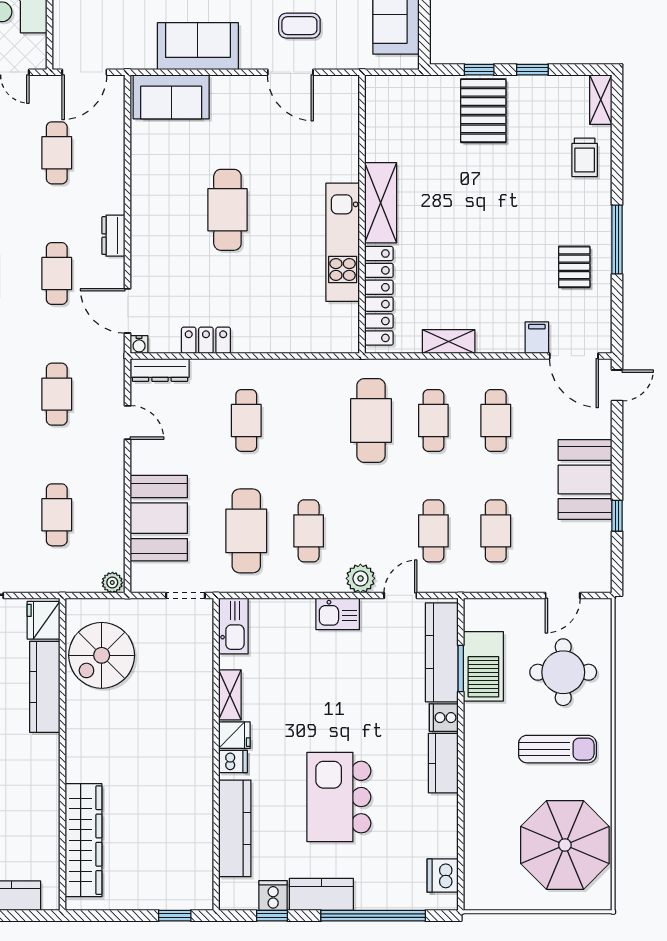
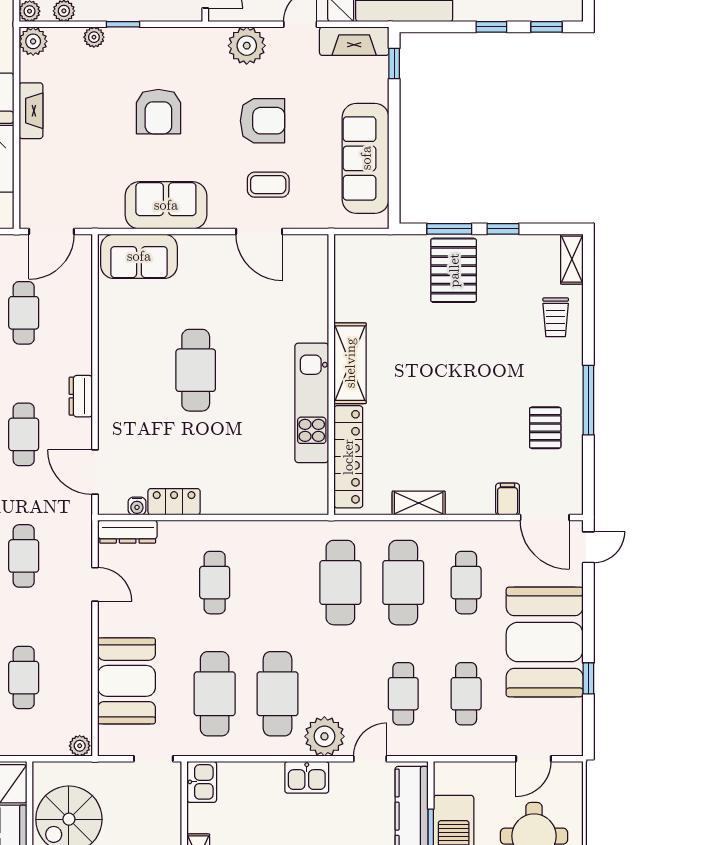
window: (479, 70) -> (449, 229), width x1.50
water cooler: (139, 345) -> (137, 506), moved
cafe table: (433, 421) -> (403, 583), width x1.37, depth x1.35
booth: (585, 480) -> (545, 642), width x1.36, depth x1.42
cafe table: (309, 531) -> (278, 694), width x1.37, depth x1.35
plant: (360, 578) -> (324, 736), width x1.36, depth x1.36
kitchen sink: (233, 626) -> (202, 782), width x0.73

